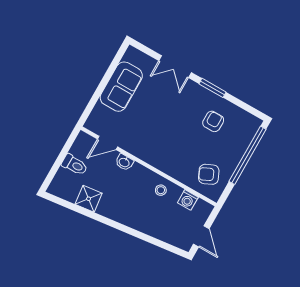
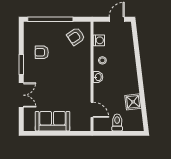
washbasin: (124, 162) -> (98, 77), moved
armchair: (209, 174) -> (76, 36), turned 81

